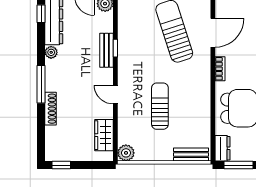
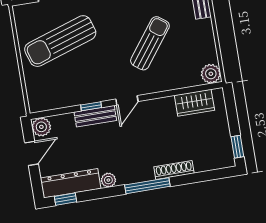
door: (115, 95) -> (127, 100), moved
sun lounger: (160, 106) -> (150, 43), turned 127

